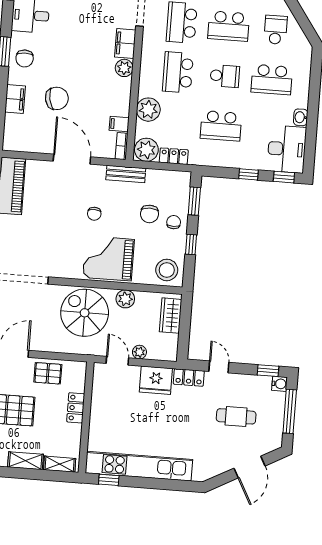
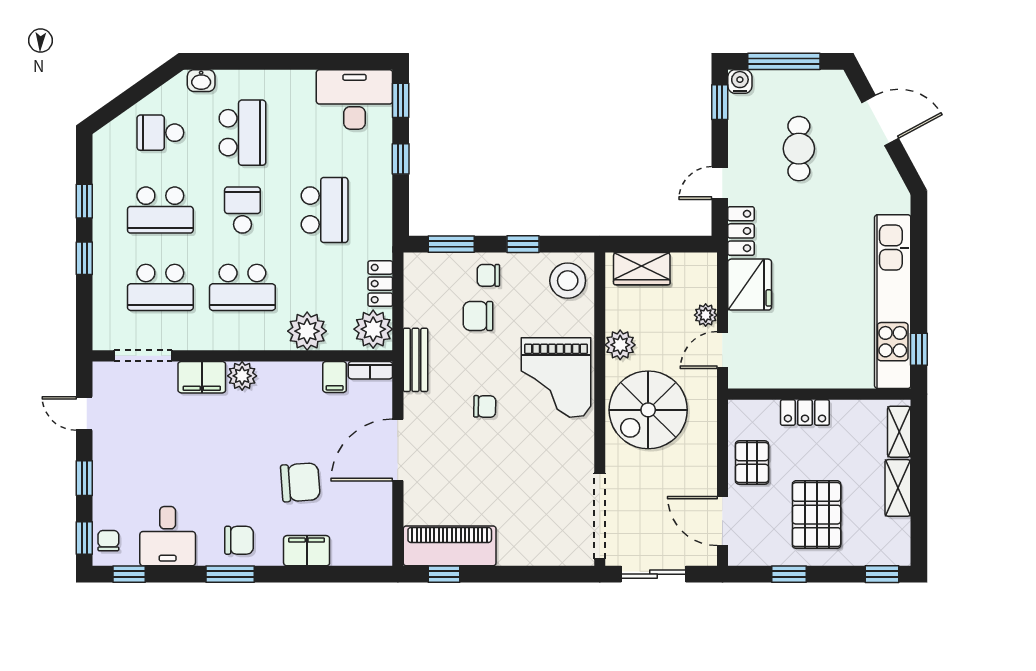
school desk: (229, 26) -> (160, 210), turned 90
chair: (57, 98) -> (300, 482), turned 97
washbasin: (301, 117) -> (201, 81), moved
chair: (149, 214) -> (478, 316), turned 180

